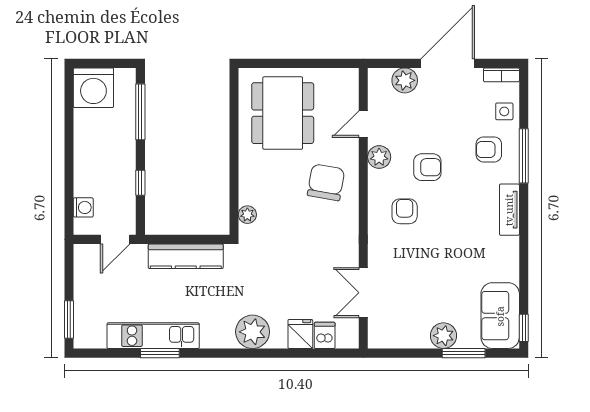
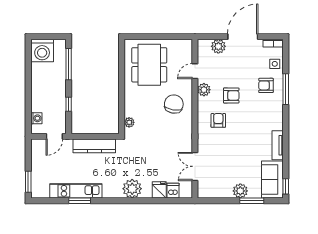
tv unit: (509, 210) -> (278, 145), moved

